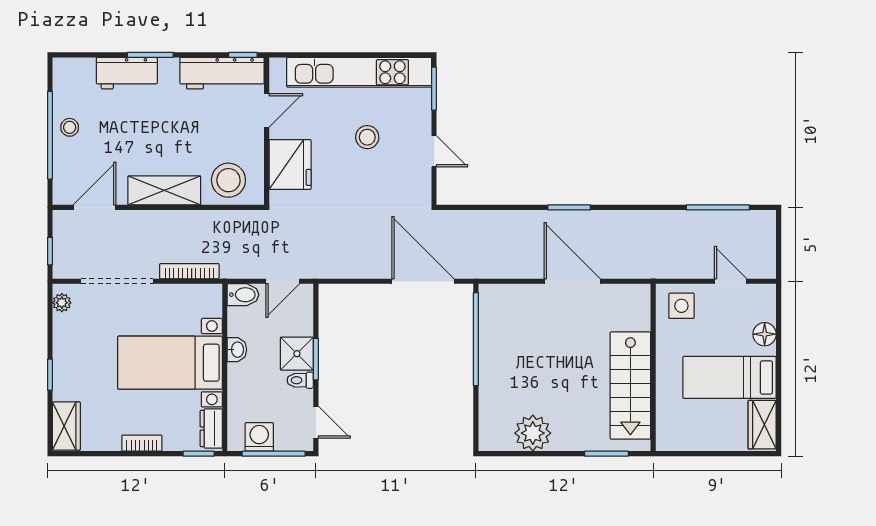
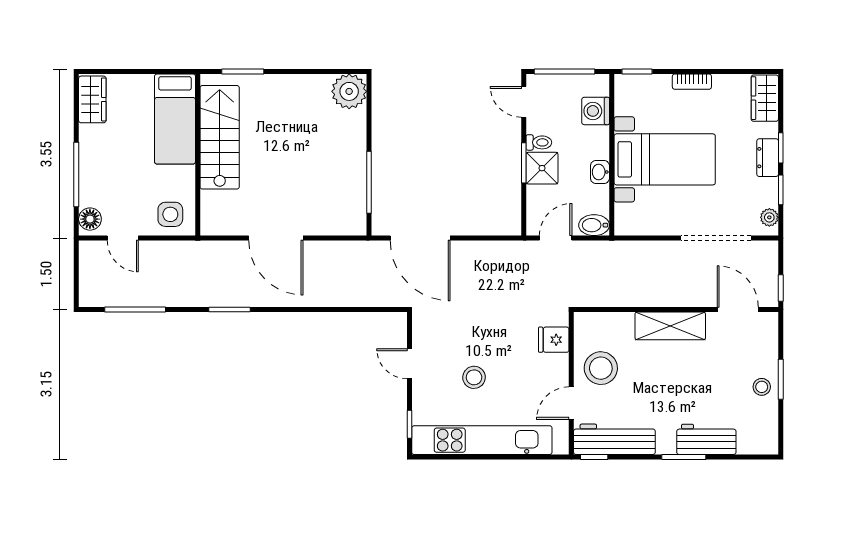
window: (434, 89) -> (409, 424), width x0.67
window: (50, 135) -> (781, 379), width x0.47
fridge: (290, 165) -> (554, 340), width x0.53, depth x0.75
stool: (228, 180) -> (601, 368), moved
door: (94, 207) -> (738, 309), swing flipped
window: (569, 207) -> (229, 309), moved
window: (50, 251) -> (781, 288), moved
bookcase: (189, 271) -> (646, 248), removed
window: (50, 331) -> (781, 190), added
floor lamp: (765, 334) -> (90, 219), moved
window: (476, 339) -> (369, 182), width x0.68
window: (779, 347) -> (76, 174), added
bed: (729, 377) -> (175, 119), moved, turned 90
dresser: (211, 428) -> (768, 158), moved, turned 180
plant: (533, 433) -> (349, 91), moved
washing machine: (259, 437) -> (596, 111), moved, turned 90

